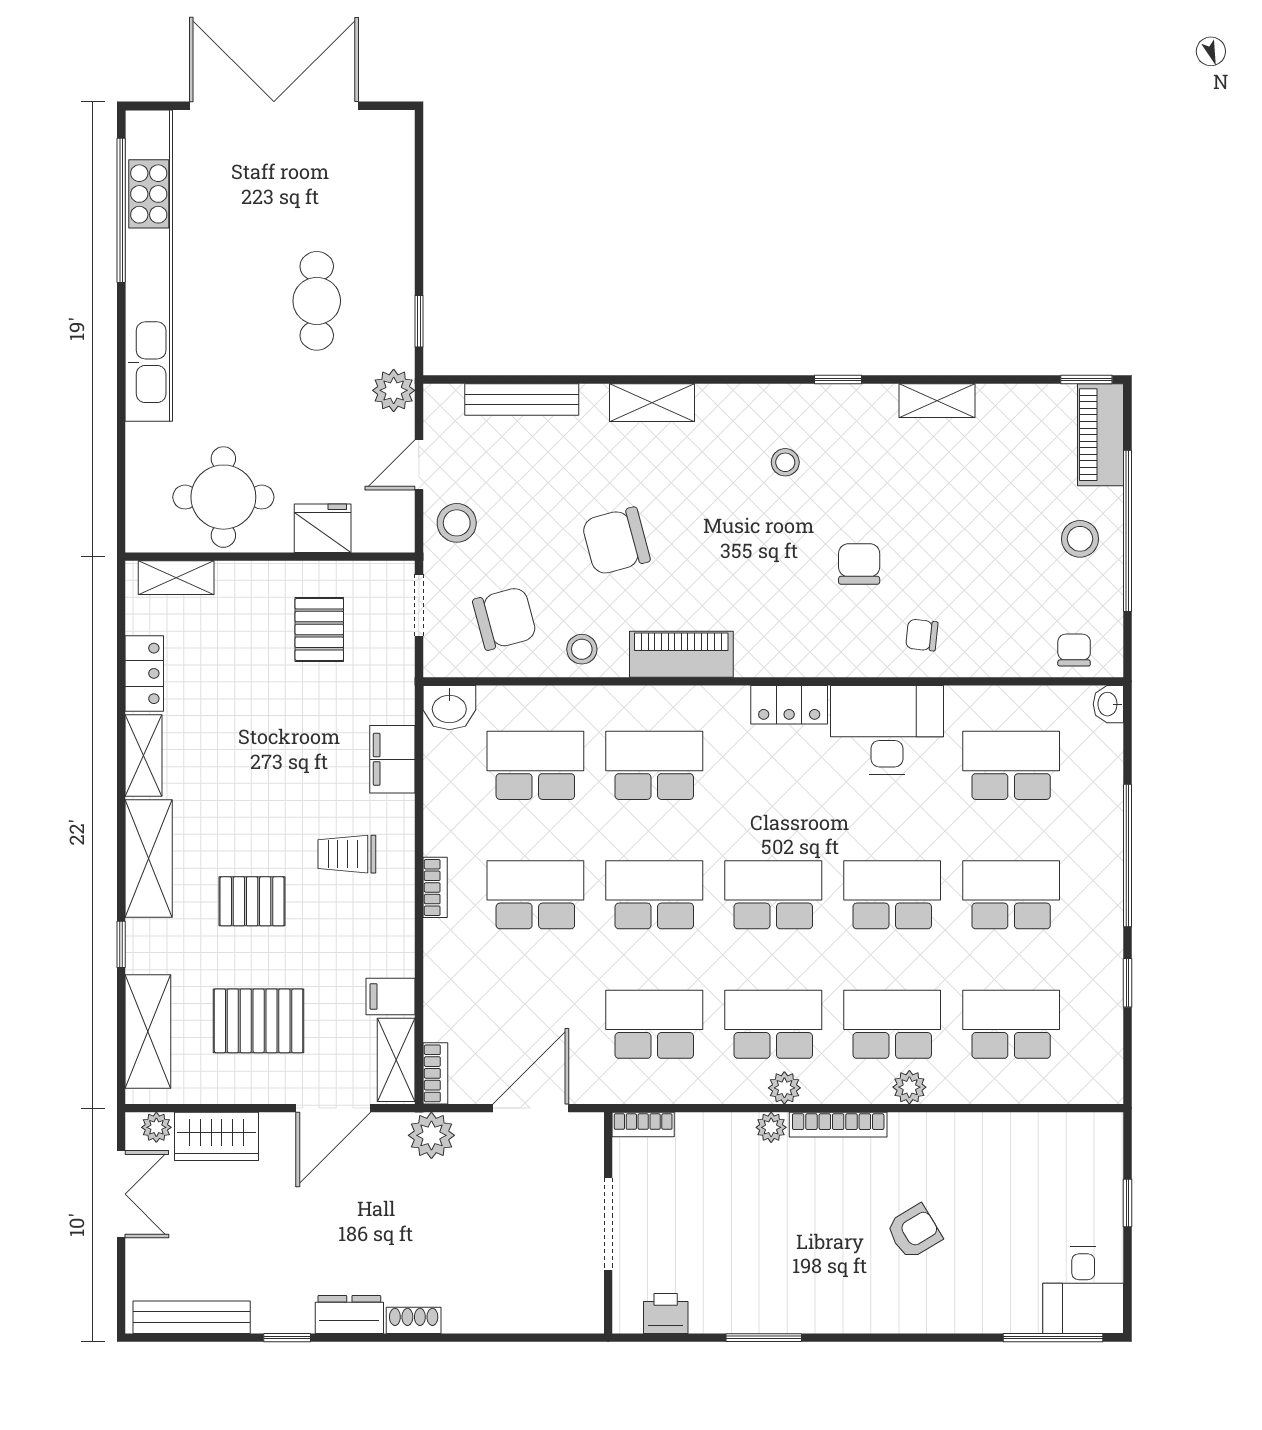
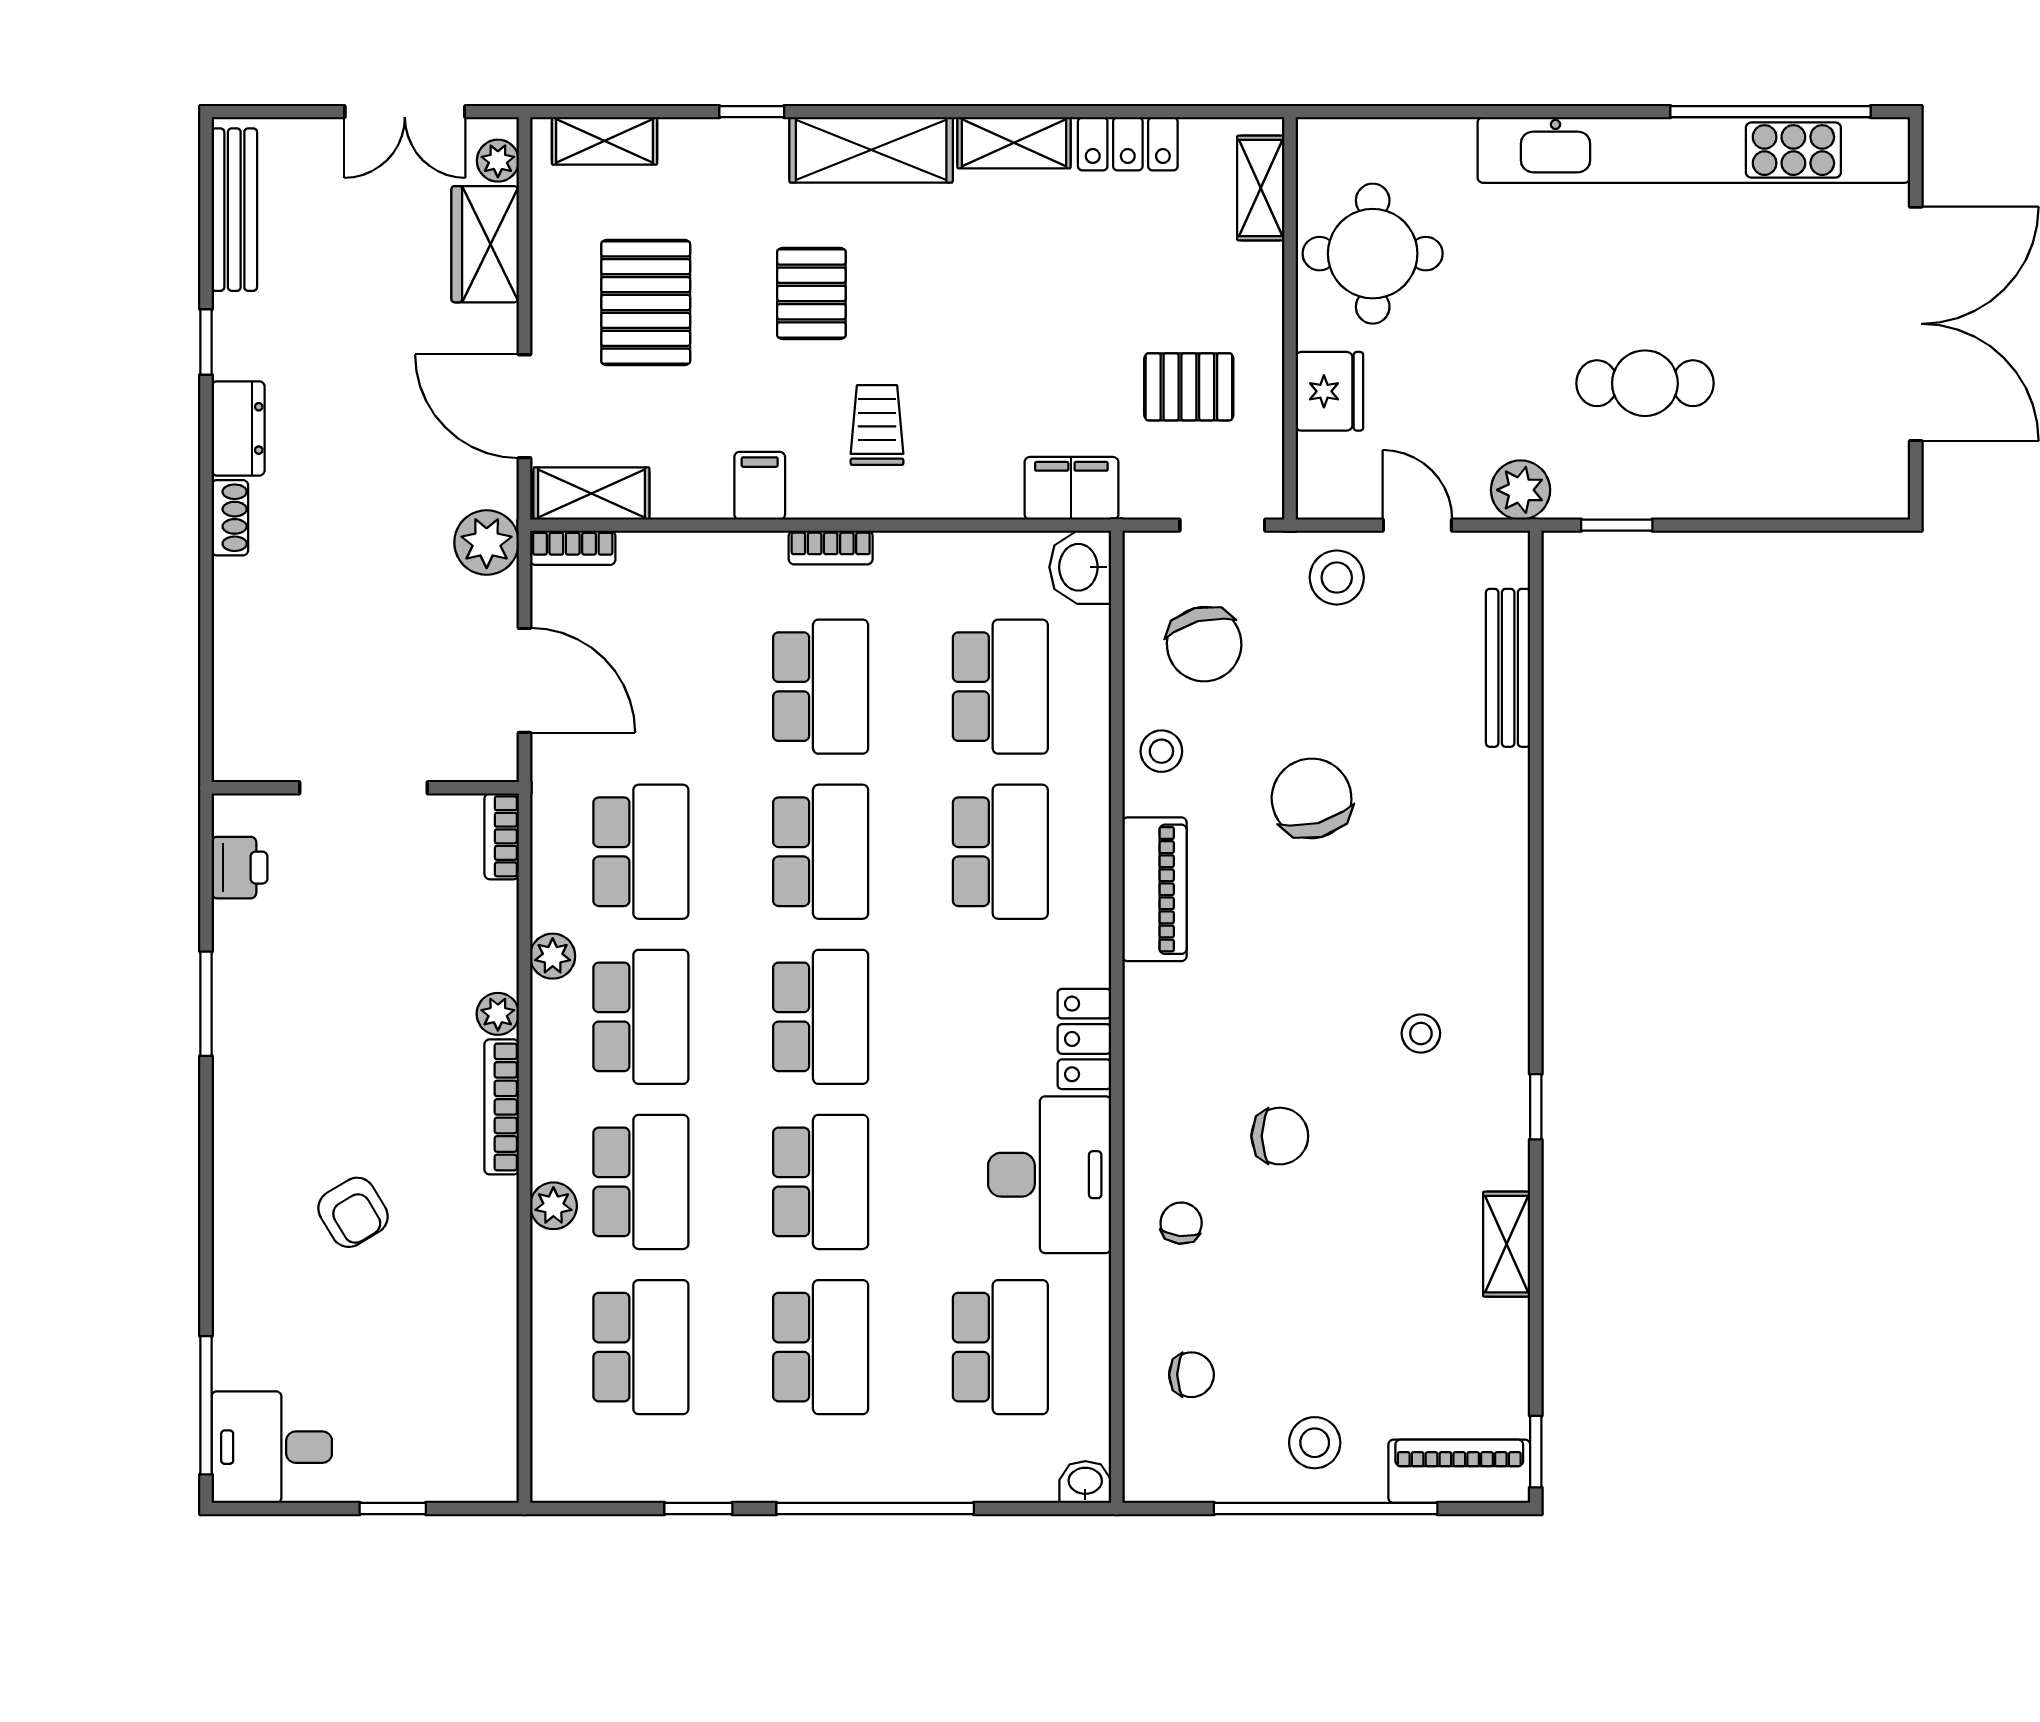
shelving: (652, 403) -> (1504, 849), removed
chair: (1074, 650) -> (1191, 1375), moved
filing cabinet: (392, 759) -> (1071, 488), moved
filing cabinet: (391, 997) -> (760, 486), moved
shelving: (148, 1031) -> (605, 141), width x0.67, depth x0.75
plant: (784, 1088) -> (553, 956), moved

